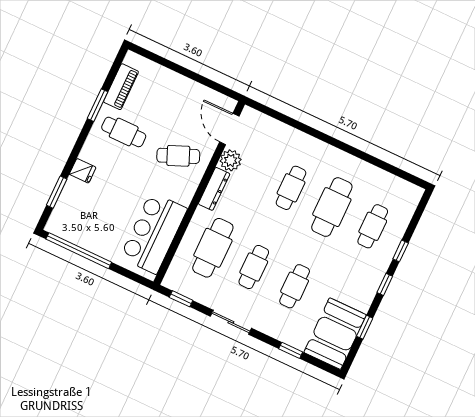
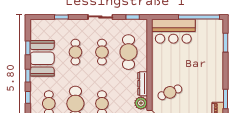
cafe table: (124, 132) -> (205, 91), removed
fridge: (83, 171) -> (217, 60), removed
bar counter: (154, 233) -> (173, 31), moved, turned 90
booth: (335, 334) -> (42, 58), moved

